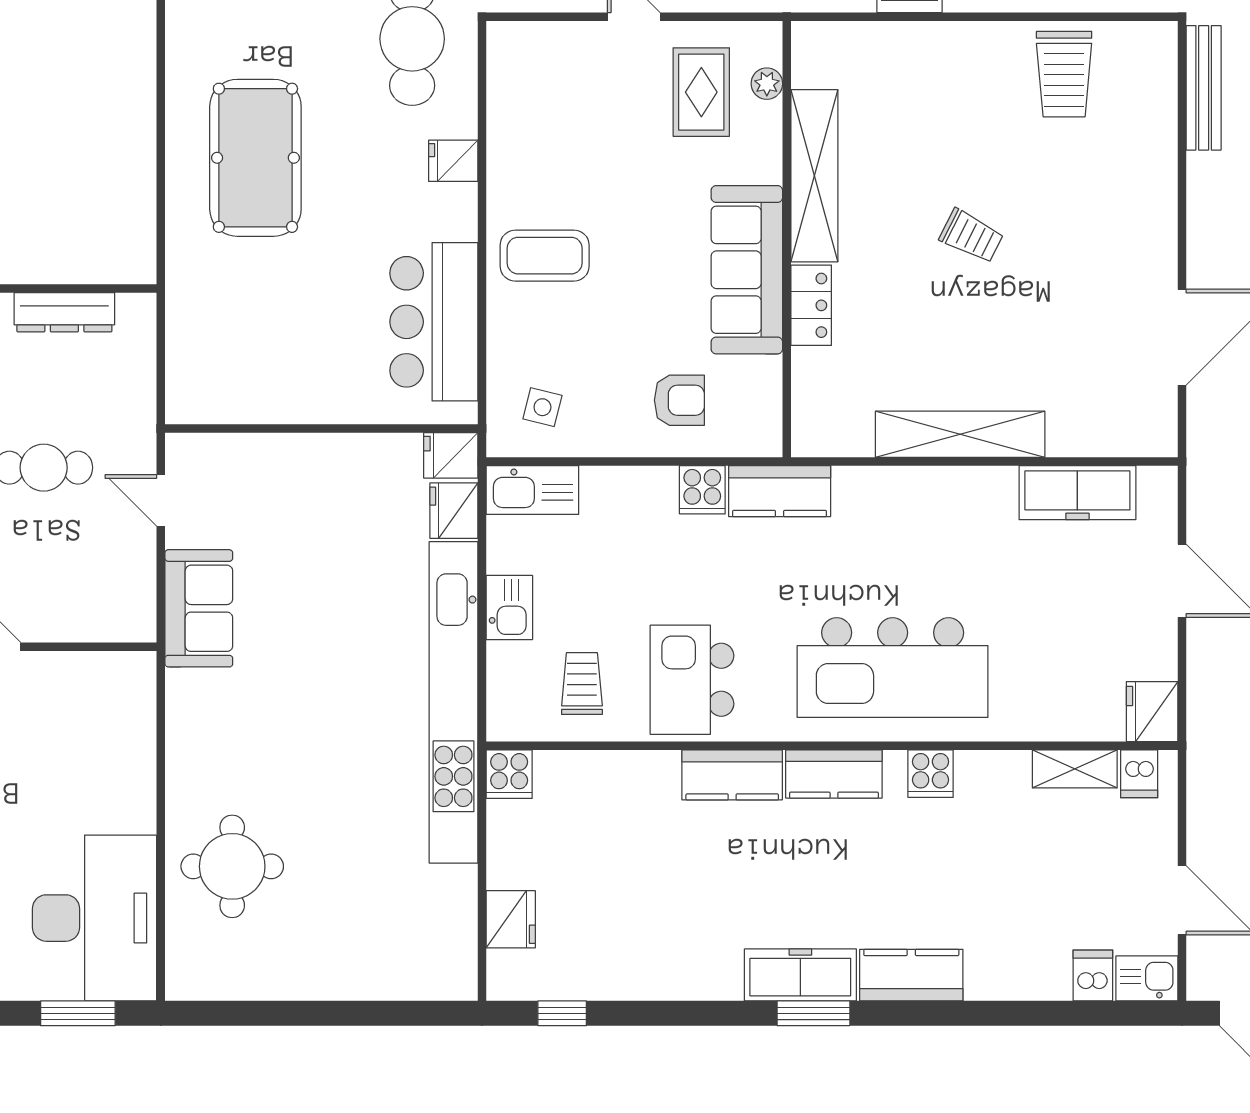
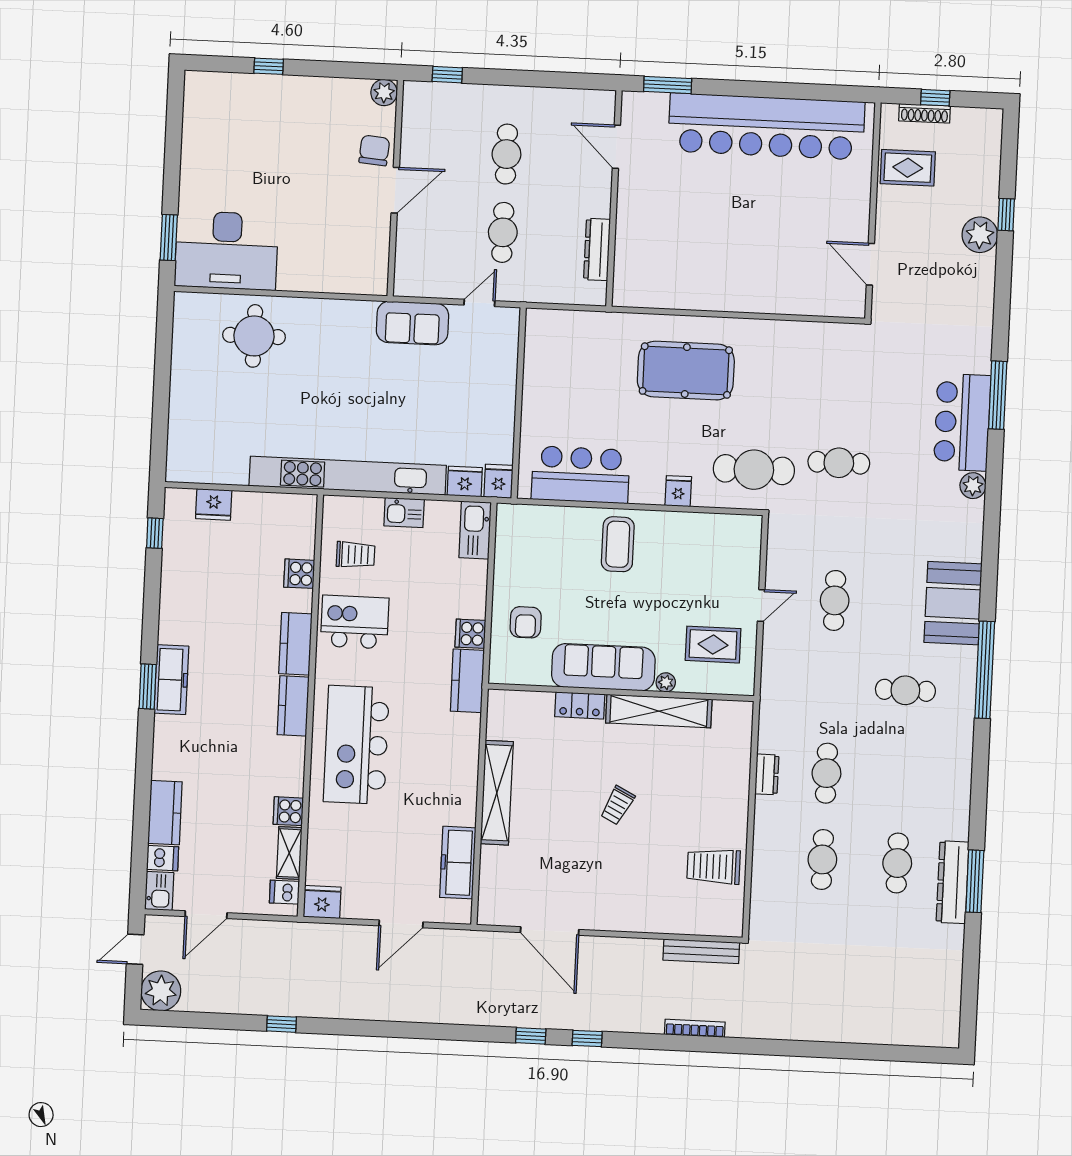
plant: (767, 84) -> (666, 682), moved
side table: (542, 407) -> (525, 539), removed
cooker: (509, 774) -> (299, 574), moved
cooker: (931, 774) -> (288, 811), moved
kitchen counter: (911, 975) -> (165, 813), moved

